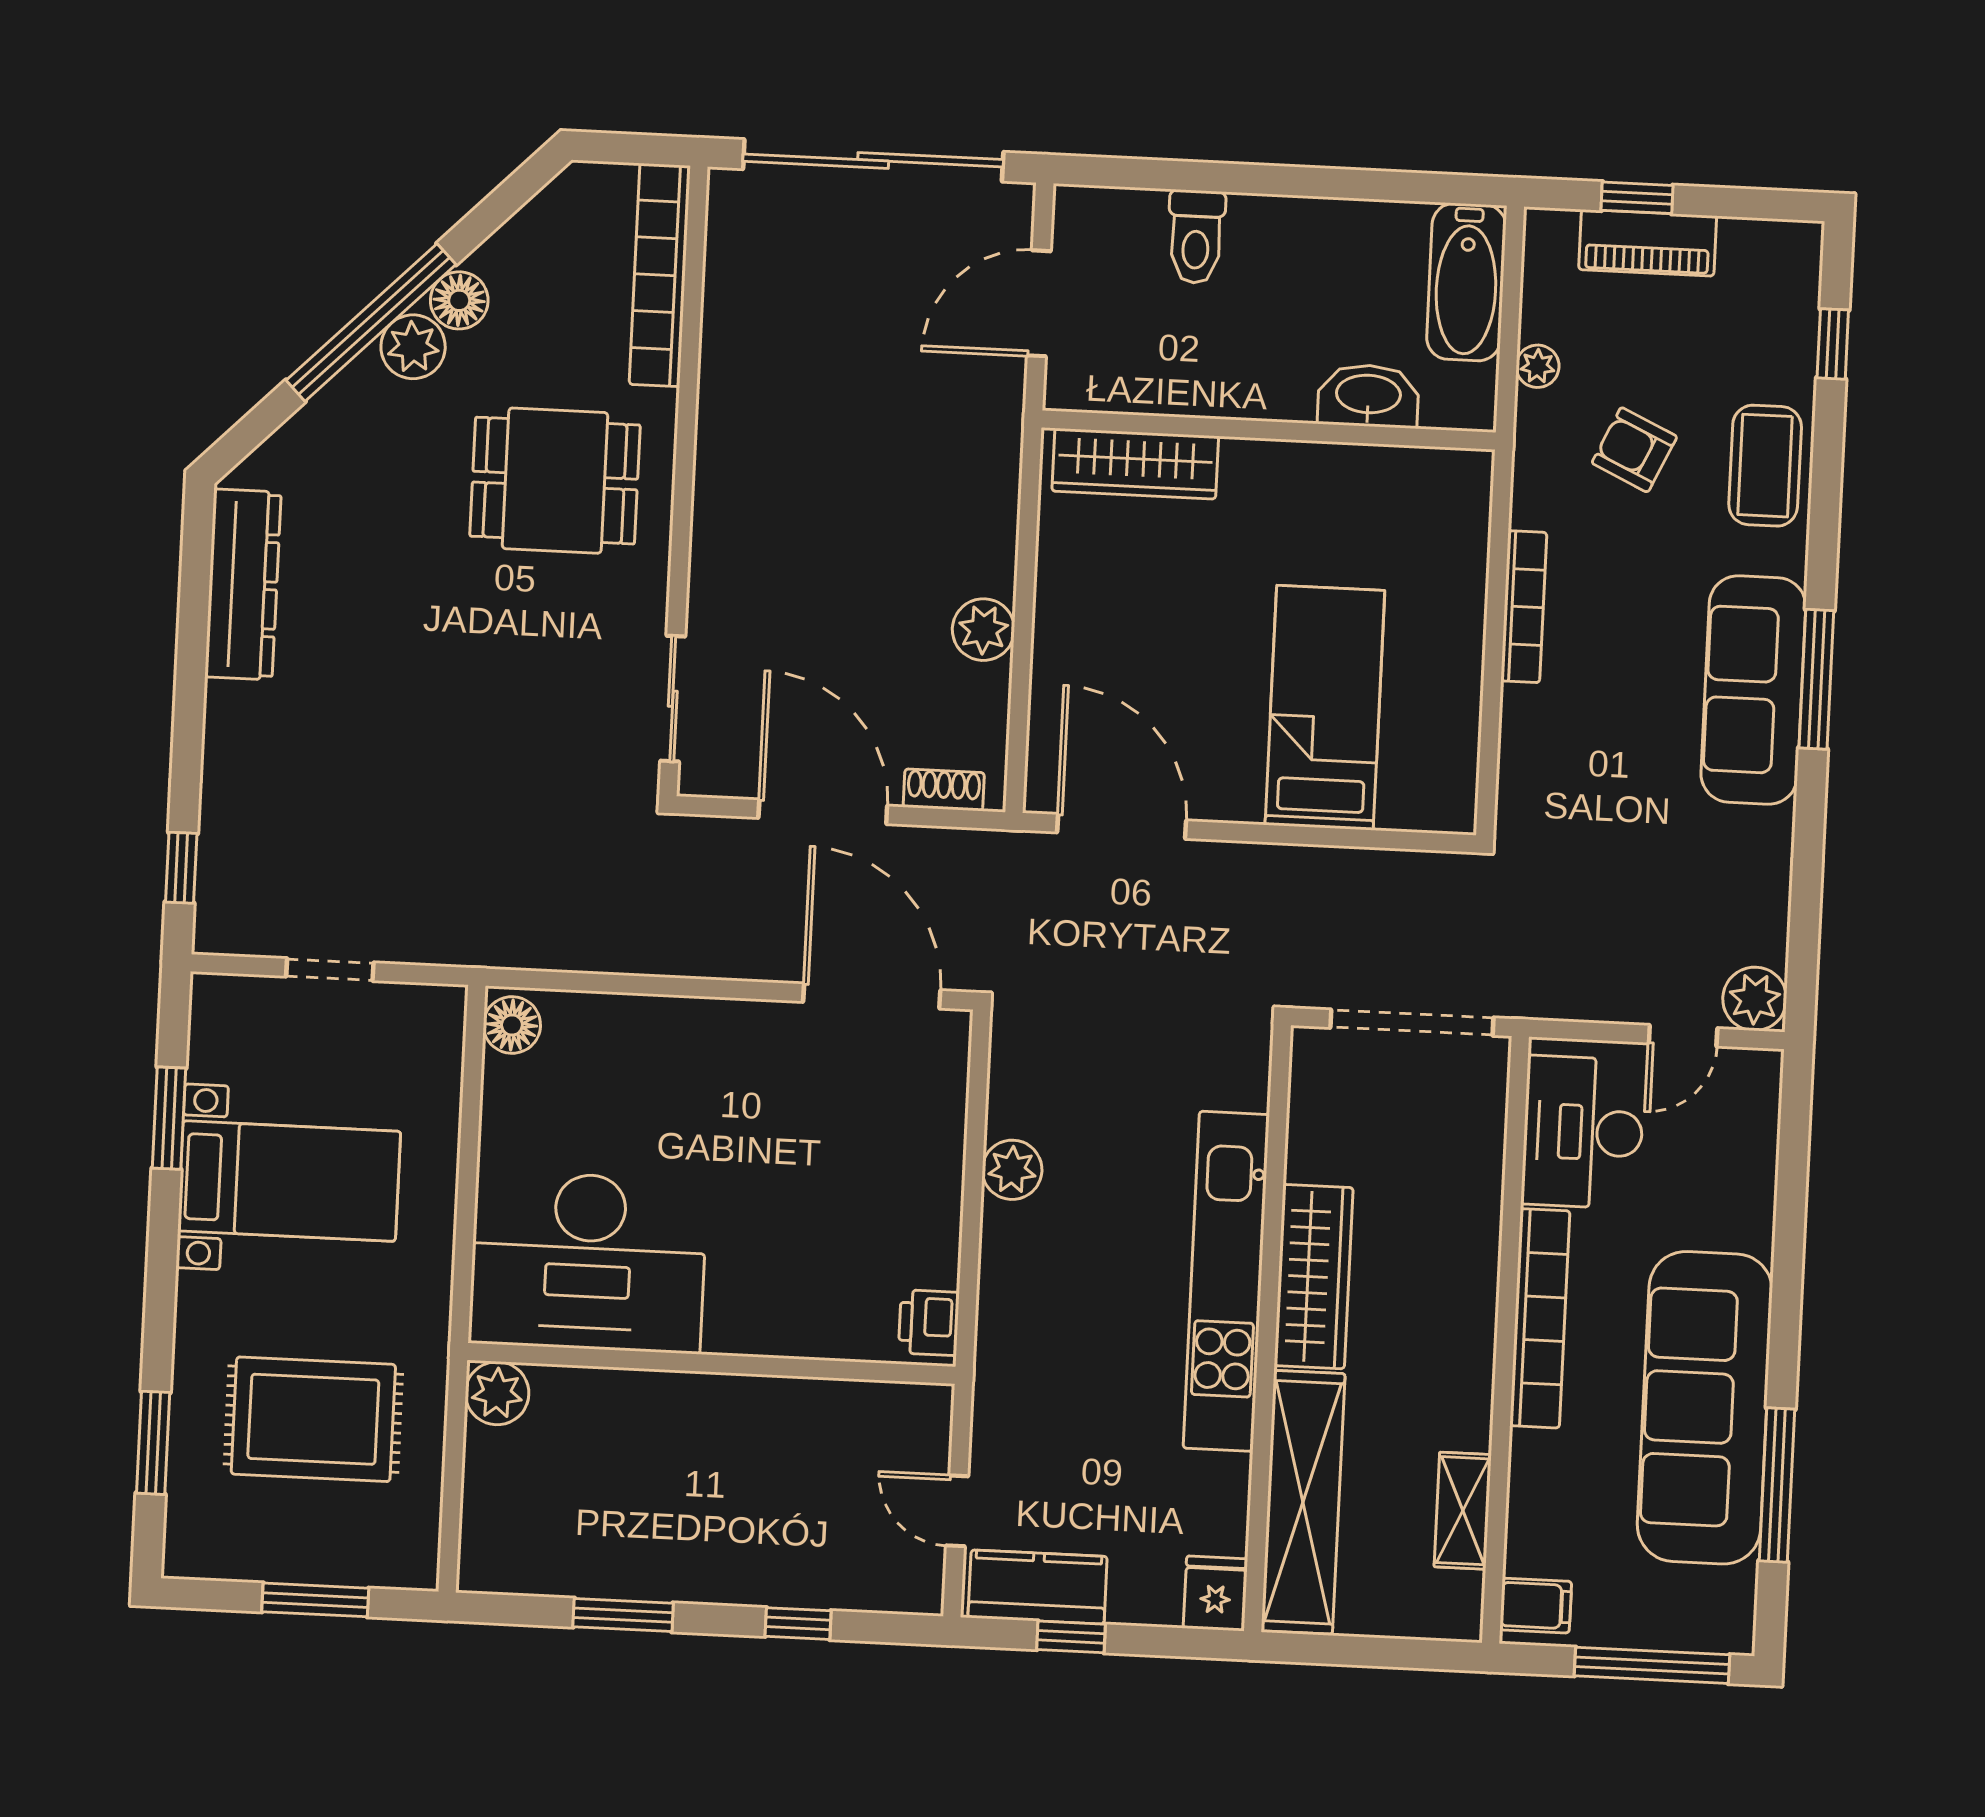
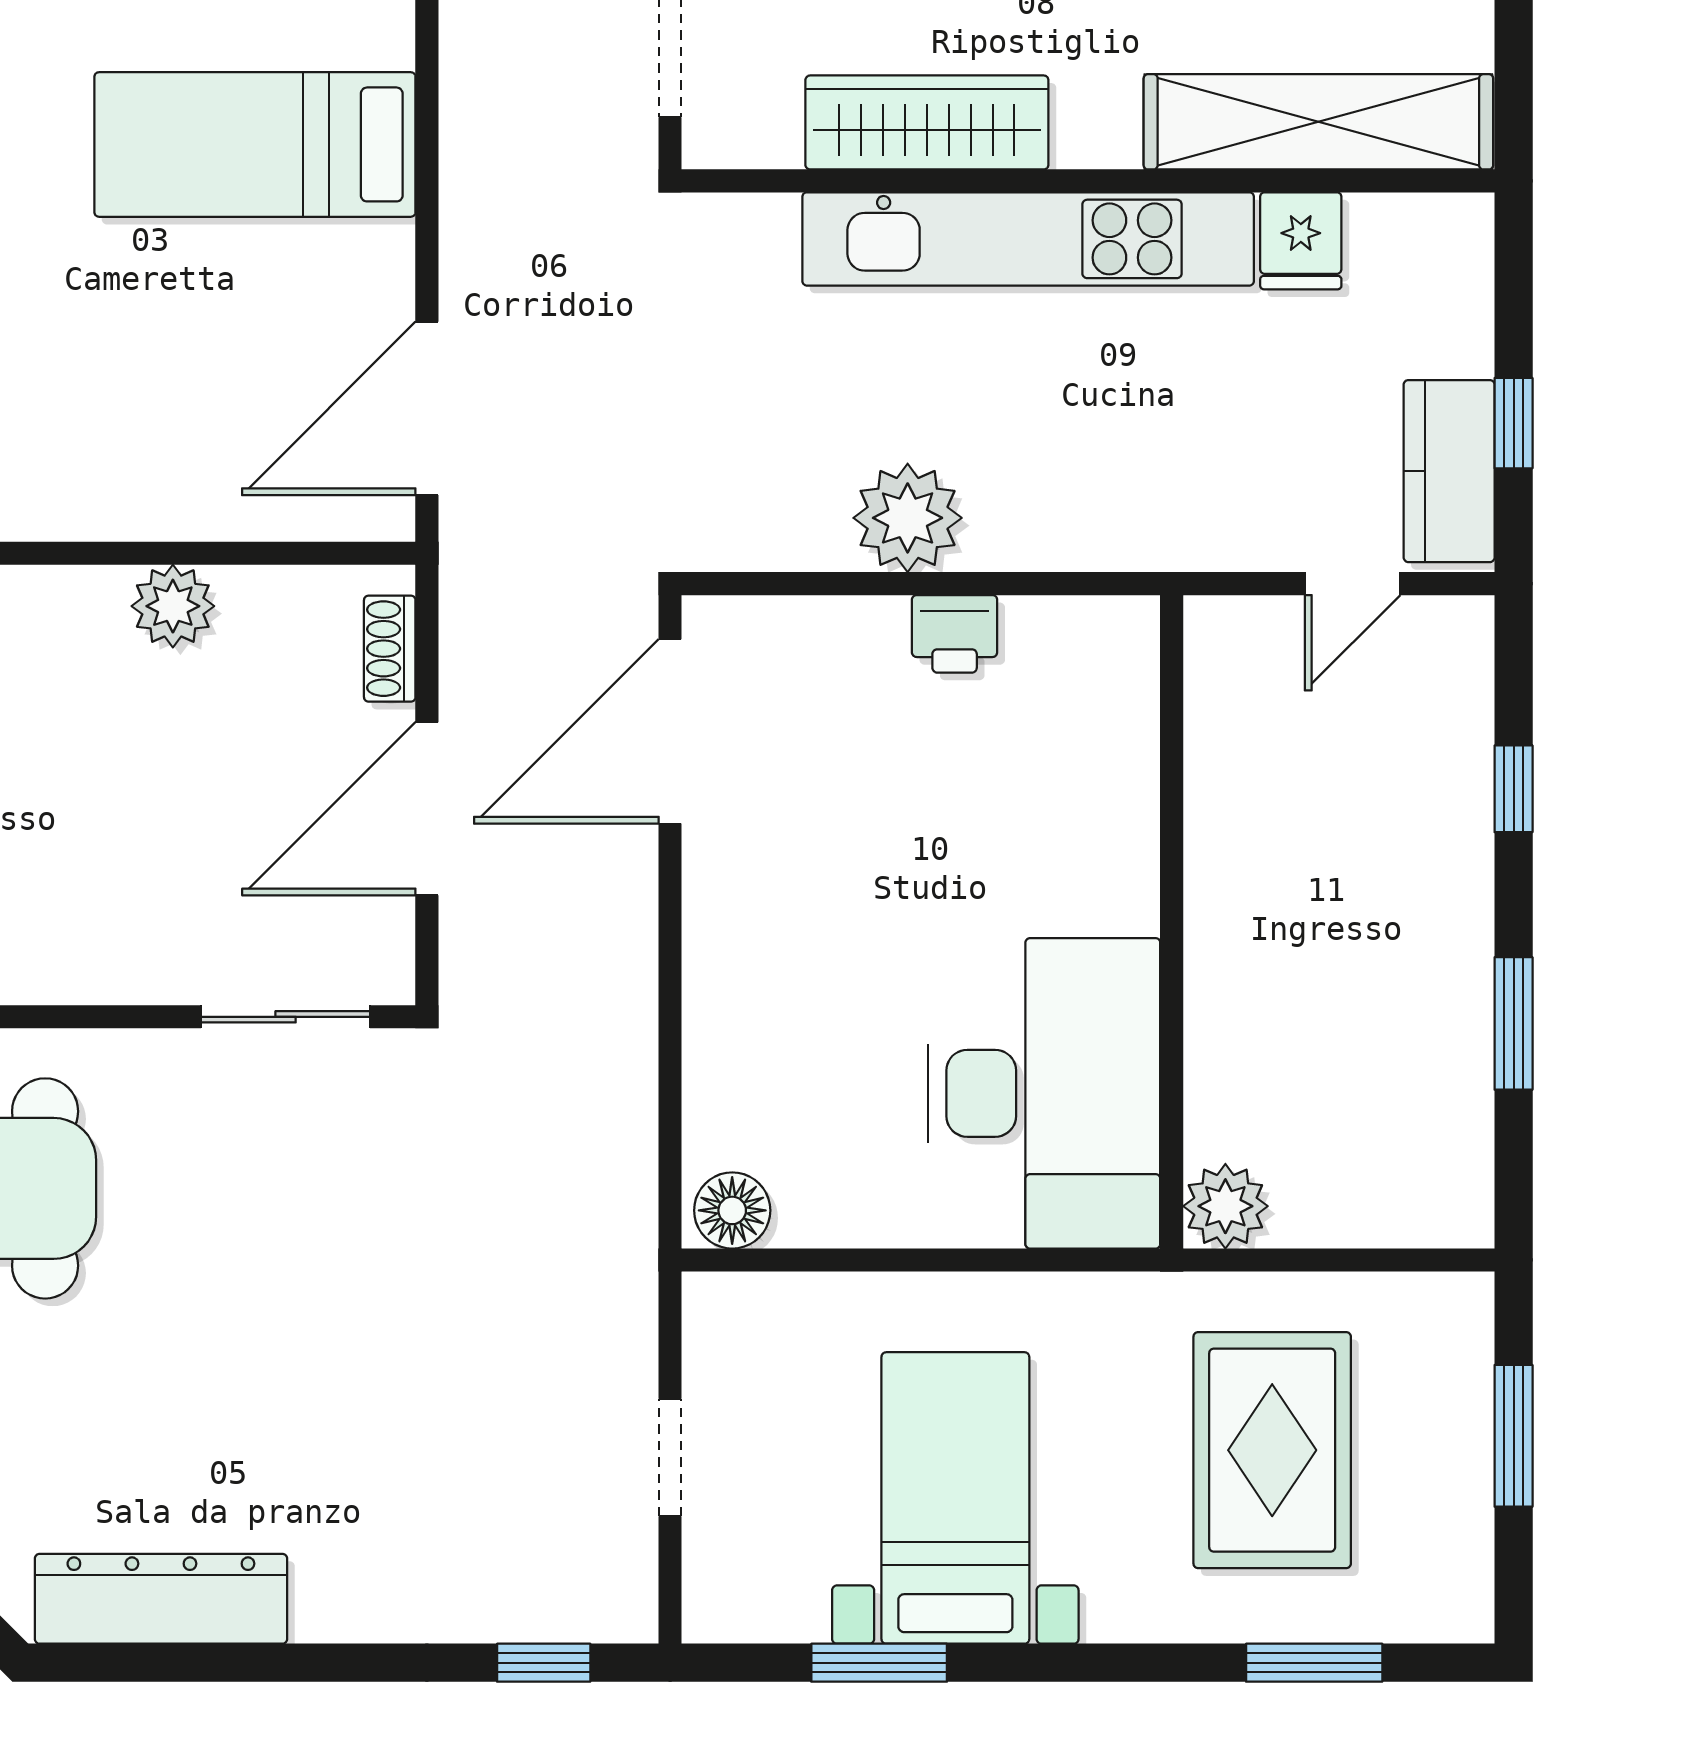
plant: (1012, 1170) -> (908, 518), width x1.36, depth x1.36
wardrobe: (1314, 1277) -> (927, 122), moved
printer: (929, 1323) -> (955, 634), moved
fridge: (1215, 1593) -> (1301, 241), moved, turned -90

